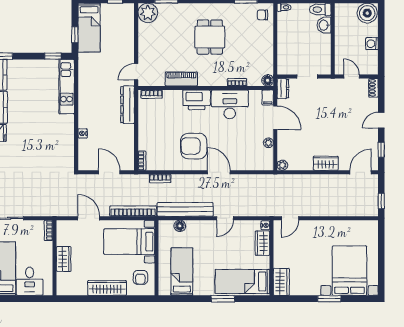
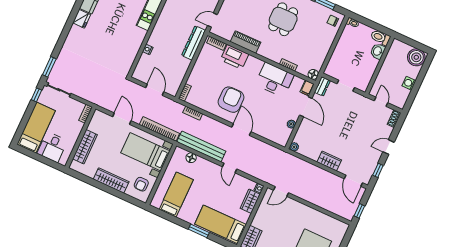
printer: (197, 100) -> (235, 57), moved
armchair: (194, 146) -> (231, 100), turned 90
door: (361, 172) -> (353, 181), swing flipped
door: (225, 218) -> (230, 168), hinge flipped
wardrobe: (64, 259) -> (85, 147), width x1.50

